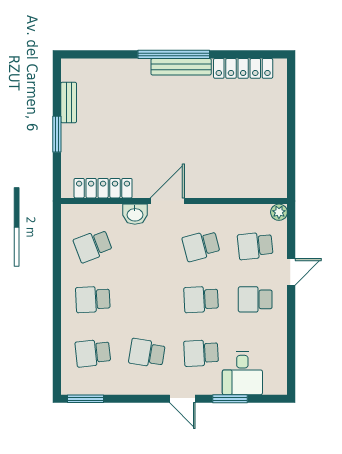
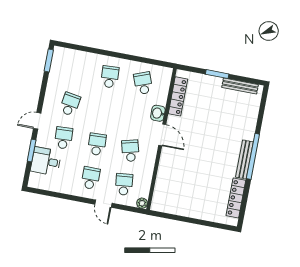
bench: (69, 103) -> (240, 86), width x1.36
school desk: (93, 353) -> (76, 70), removed

